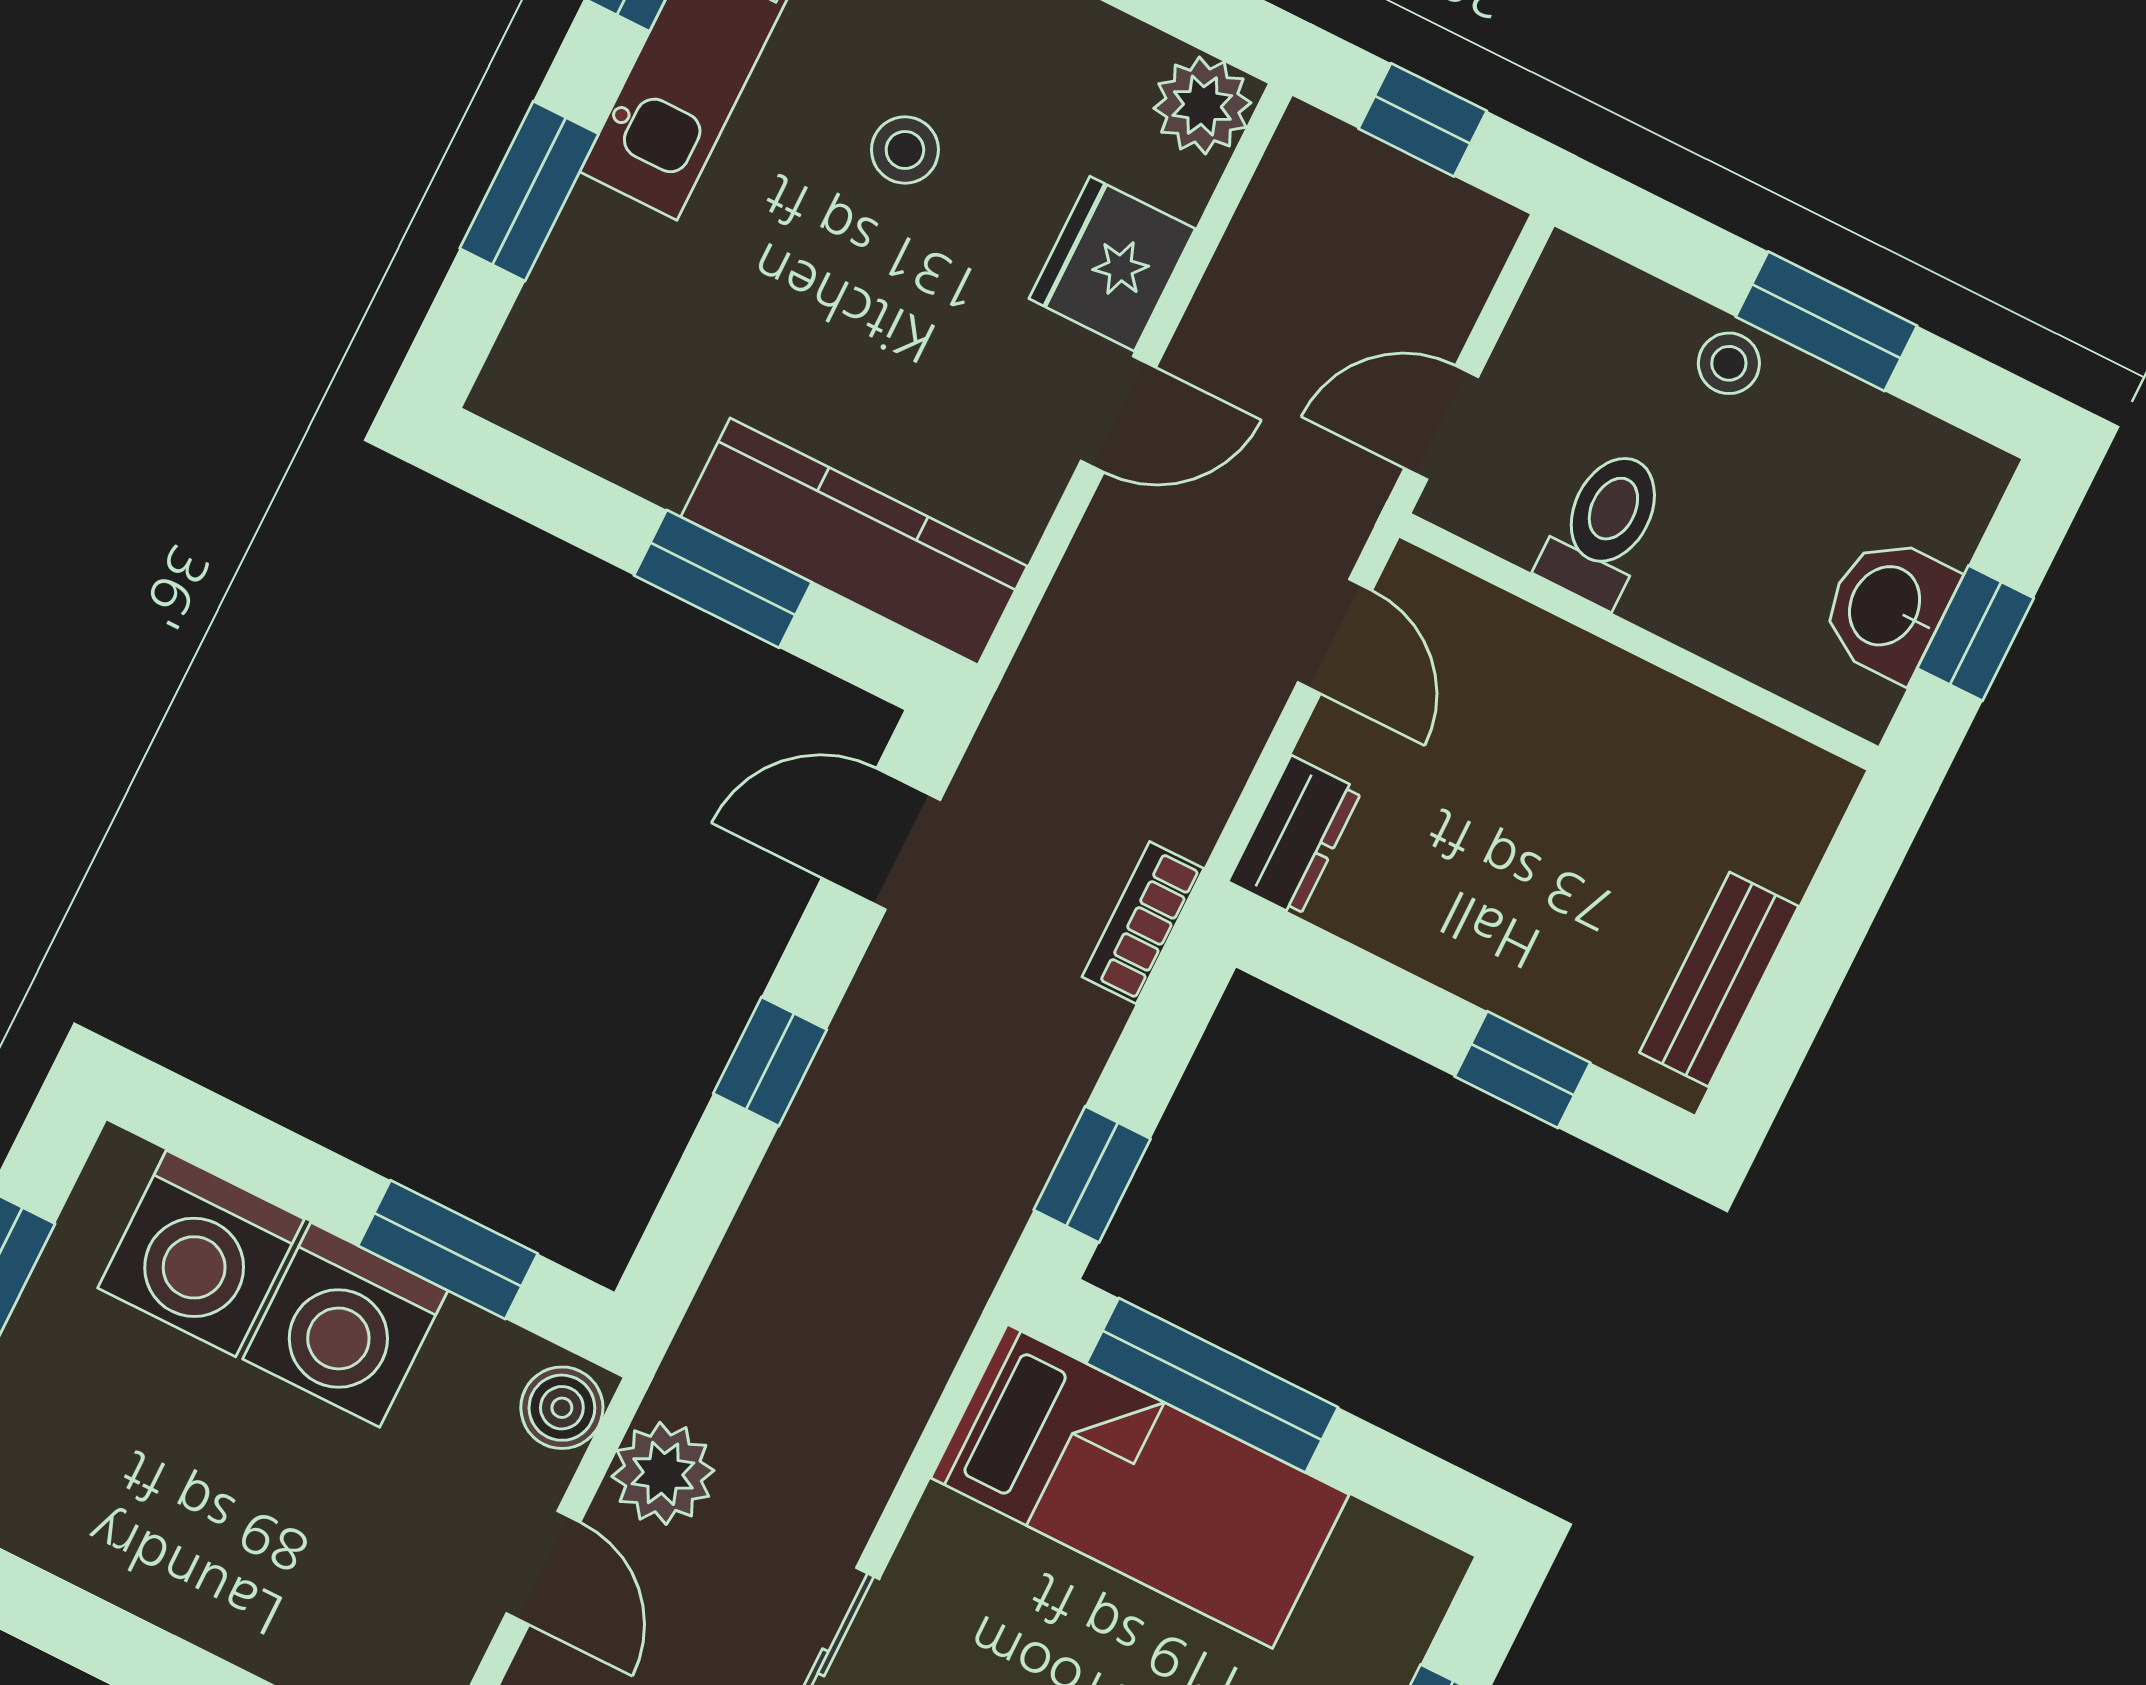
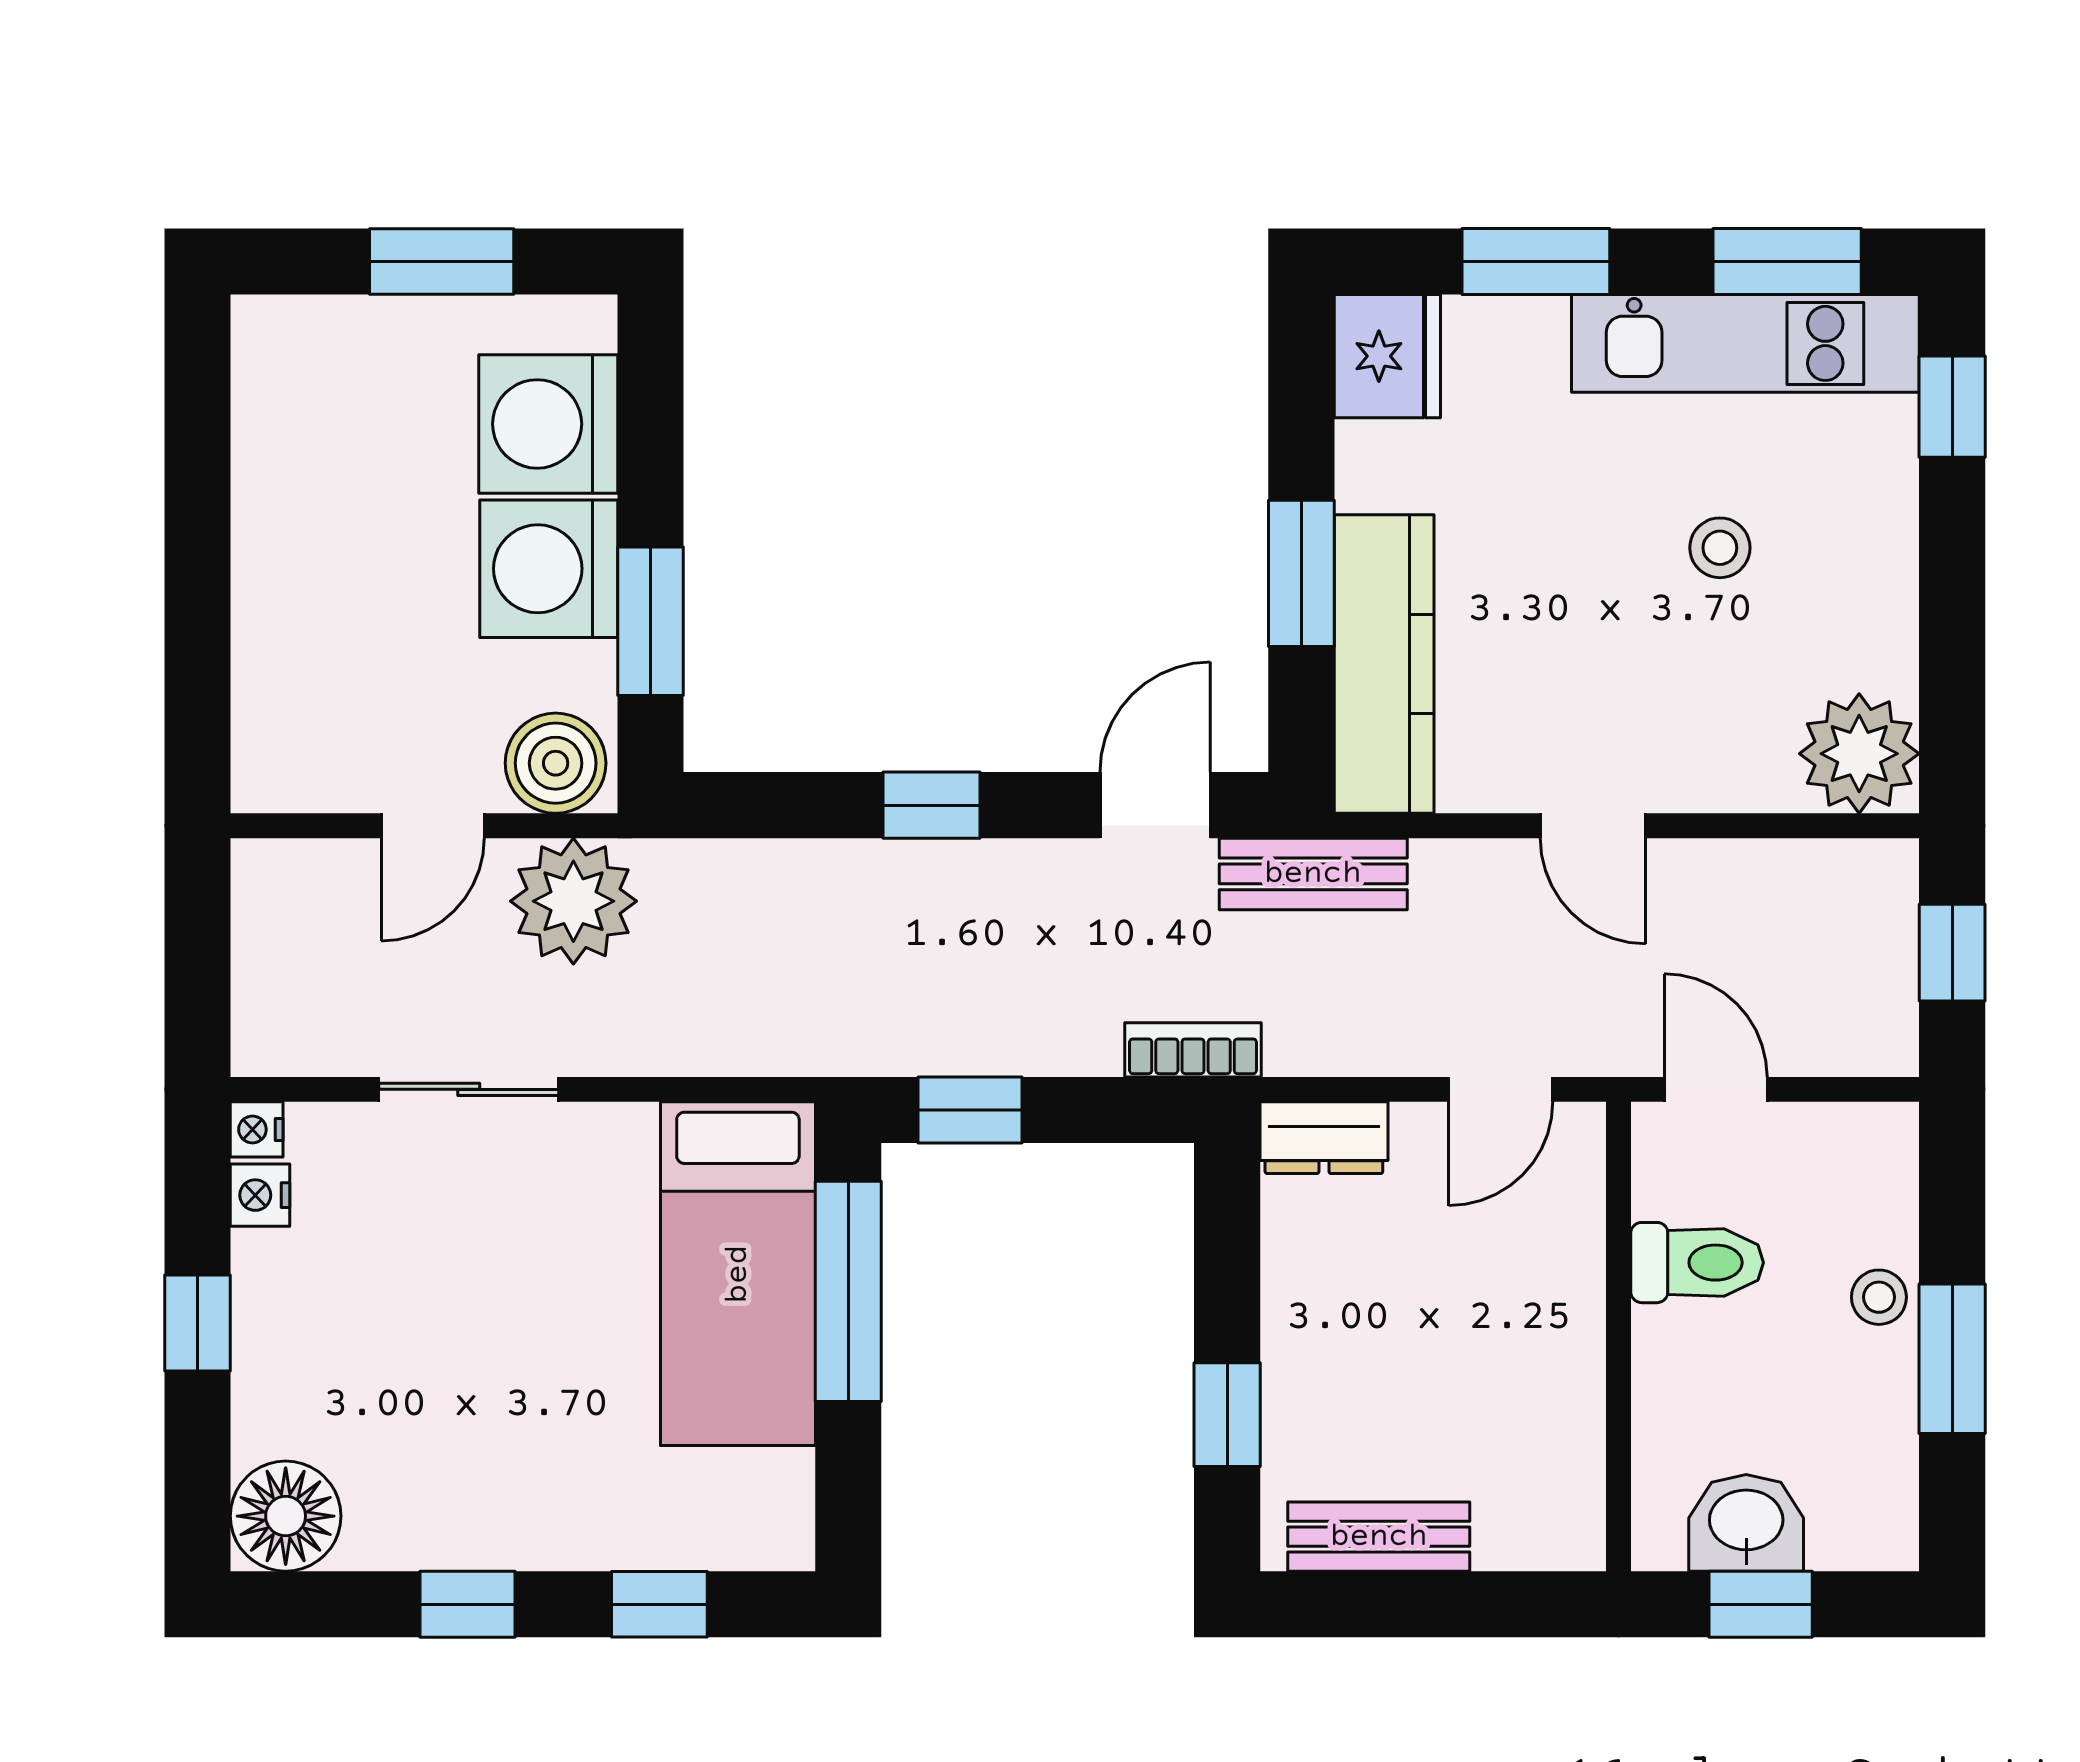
plant: (1202, 105) -> (1859, 754), width x1.36, depth x1.36
fridge: (1112, 264) -> (1387, 356), moved, turned 90
bench: (1028, 716) -> (1313, 874), added
door: (881, 839) -> (1155, 805), hinge flipped
boiler: (562, 1408) -> (556, 763), width x1.36, depth x1.36
plant: (663, 1473) -> (573, 901), width x1.36, depth x1.36

